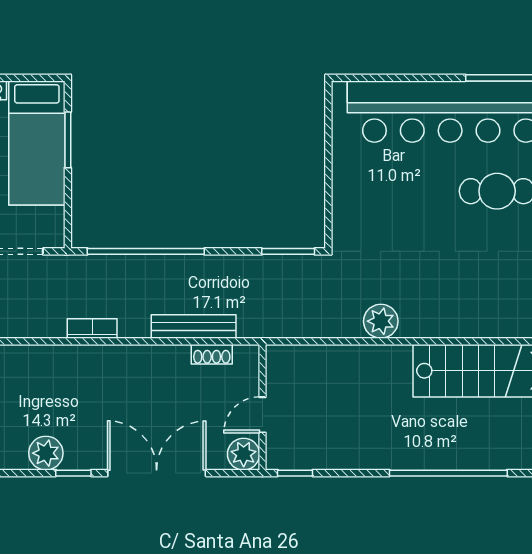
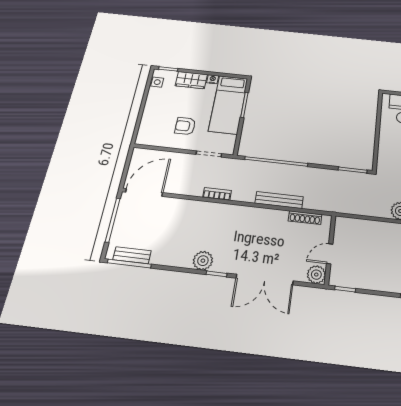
bench: (194, 327) -> (279, 200), moved
bookcase: (92, 328) -> (217, 194), moved
shoe rack: (212, 354) -> (305, 218), width x1.43
double door: (157, 473) -> (265, 280), swing flipped

